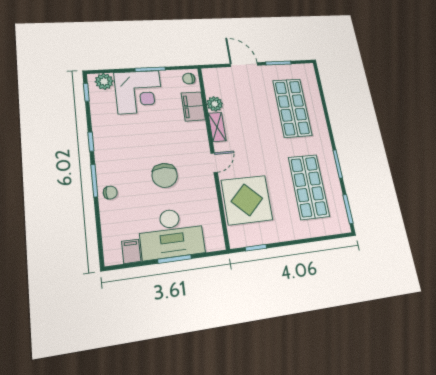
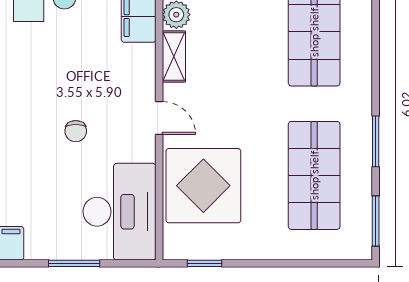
door: (214, 163) -> (159, 118), hinge flipped
chair: (165, 175) -> (76, 131), width x0.54, depth x0.54
desk: (171, 233) -> (120, 212), moved, turned -90

